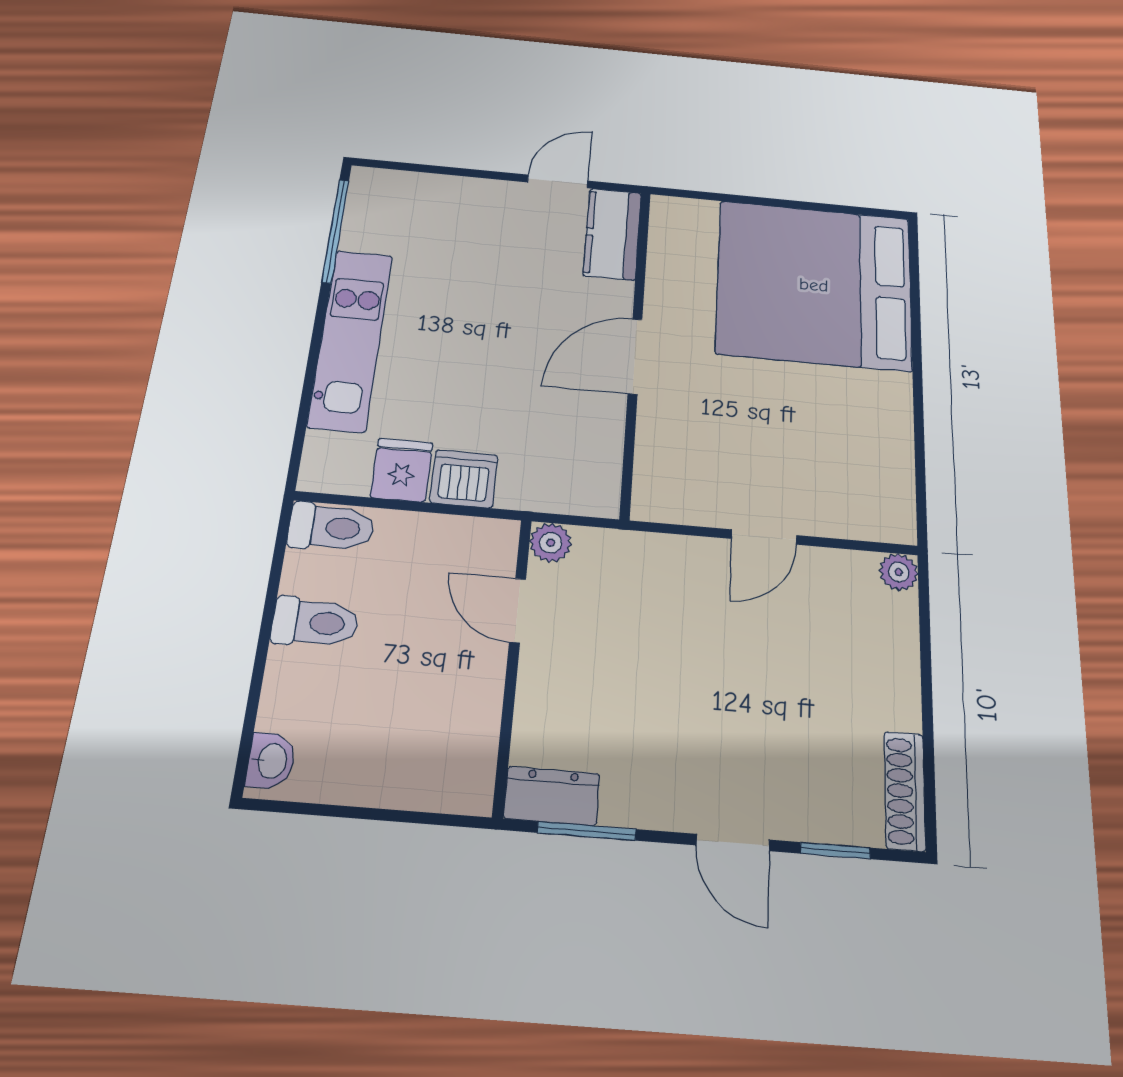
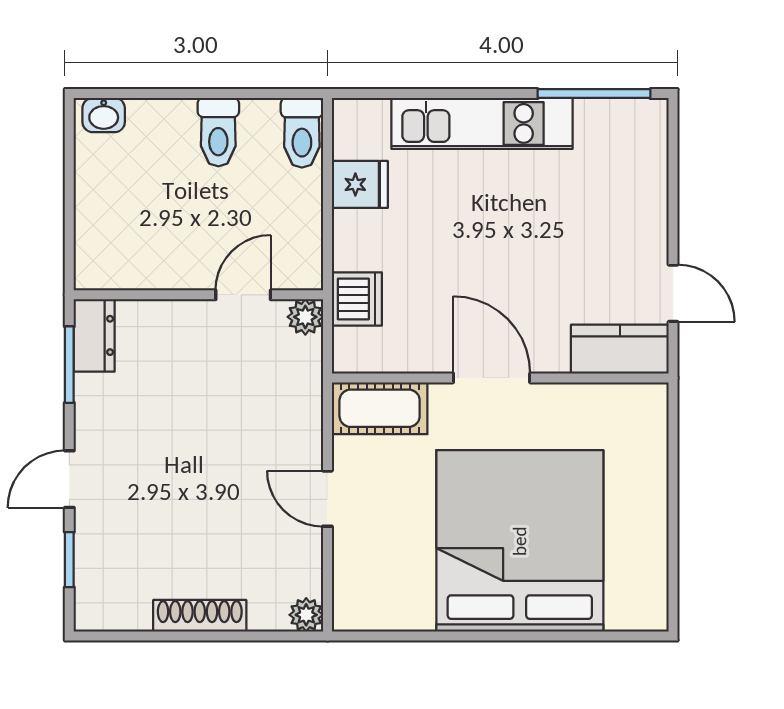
bed: (814, 285) -> (520, 541), moved
cot: (662, 472) -> (380, 408), added
dishwasher: (464, 479) -> (357, 299), moved
shoe rack: (905, 791) -> (200, 616), moved

